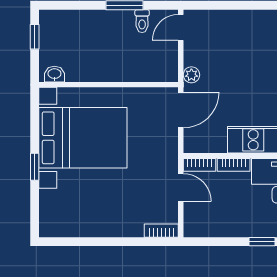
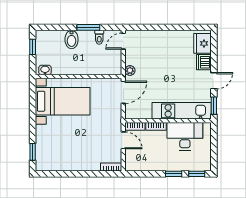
bidet: (97, 25) -> (72, 39), added
bed with nightstands: (83, 138) -> (63, 101), width x0.73
window: (35, 167) -> (33, 152), moved

